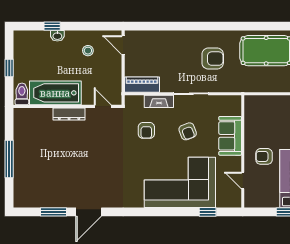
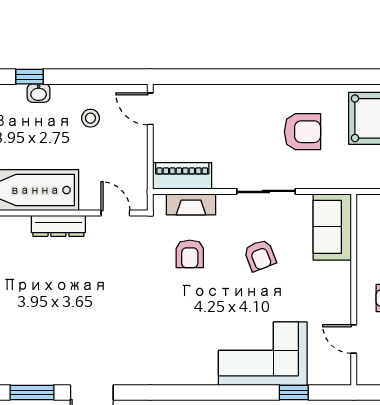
fireplace: (159, 101) -> (191, 204), moved
sofa: (230, 136) -> (332, 227), moved
corner sofa: (180, 182) -> (263, 354), width x0.73, depth x0.74

